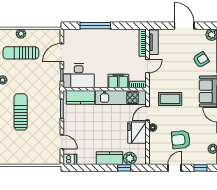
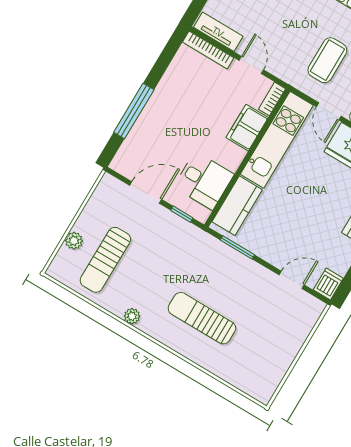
door: (62, 53) -> (146, 192), swing flipped
desk: (79, 76) -> (204, 181), width x0.73

